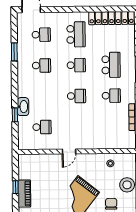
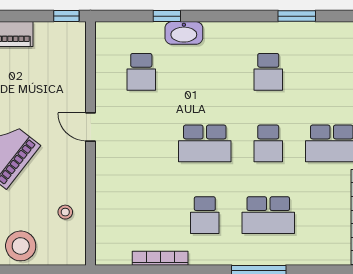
school desk: (41, 35) -> (332, 72), removed
school desk: (77, 96) -> (205, 143), width x1.85
window: (15, 187) -> (66, 16), moved

